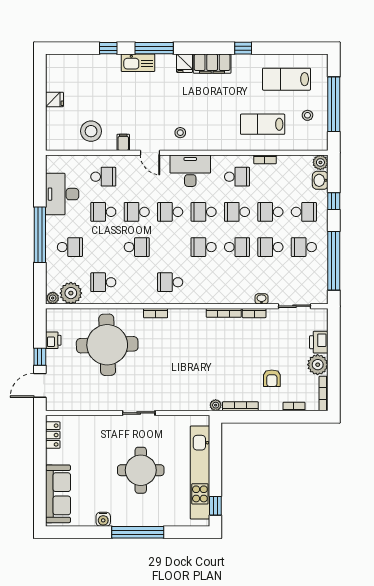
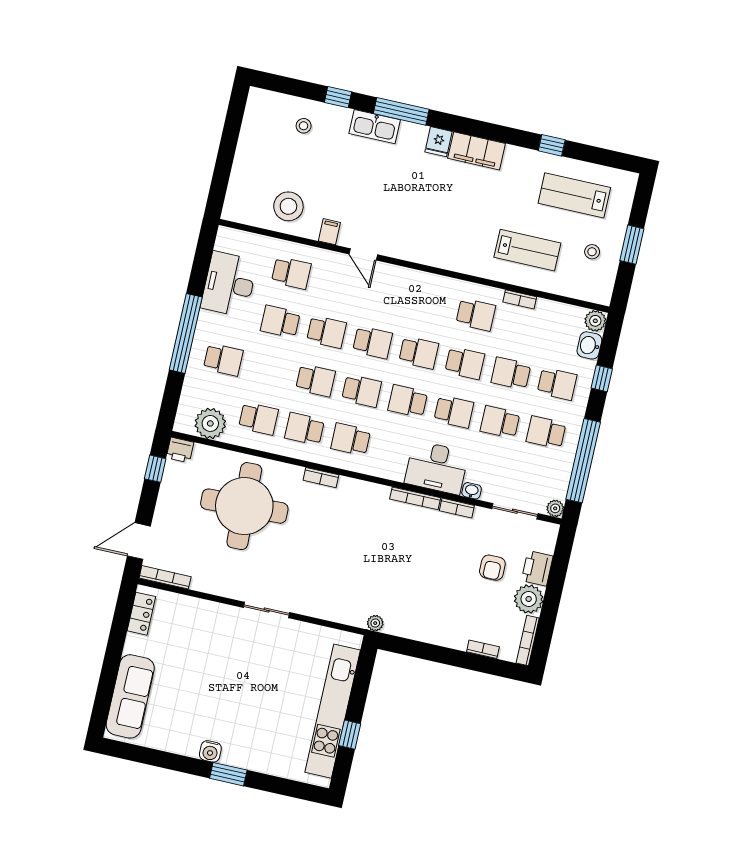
window: (243, 48) -> (552, 145), moved
fridge: (55, 99) -> (248, 151), removed
window: (334, 104) -> (632, 245), width x0.47
lab bench: (263, 124) -> (527, 250), turned 180
stool: (180, 133) -> (304, 126), moved
desk: (190, 171) -> (437, 467), moved, turned 180
school desk: (137, 212) -> (326, 332), turned 180
school desk: (170, 212) -> (373, 342), turned 180
school desk: (204, 212) -> (419, 353), turned 180
school desk: (237, 212) -> (465, 363), turned 180
school desk: (170, 247) -> (362, 391), added
school desk: (103, 282) -> (258, 419), turned 180
school desk: (137, 282) -> (305, 429), added
plant: (53, 298) -> (555, 508), moved
printer: (53, 340) -> (180, 450), moved, turned 90
window: (40, 357) -> (155, 469), moved
armchair: (272, 378) -> (492, 568), moved
bookcase: (240, 406) -> (165, 577), moved
round table: (141, 470) -> (252, 690), removed
window: (215, 506) -> (350, 735), moved
water cooler: (103, 519) -> (210, 751), moved
window: (138, 532) -> (228, 774), width x0.47

